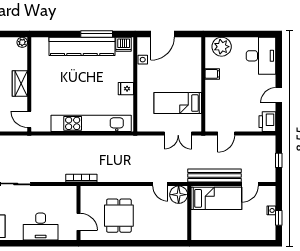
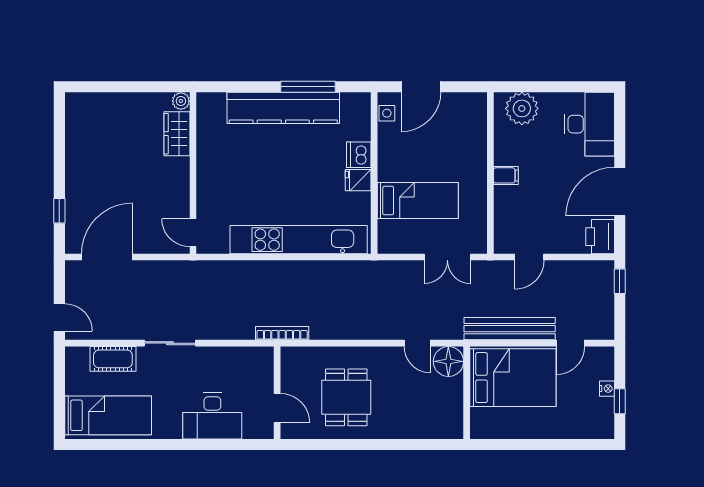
dishwasher: (124, 44) -> (359, 155), moved, turned 90
side table: (143, 60) -> (387, 113), moved
filing cabinet: (212, 74) -> (506, 175), moved
wardrobe: (20, 84) -> (177, 134), moved
door: (279, 95) -> (620, 192), width x1.88
bed: (178, 103) -> (418, 201), moved, turned 180
window: (279, 160) -> (620, 281), moved
bed: (216, 198) -> (513, 378), width x1.50

